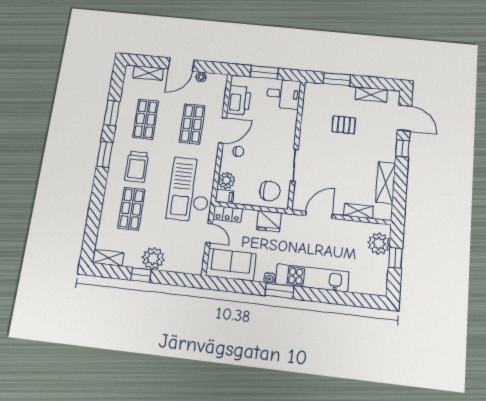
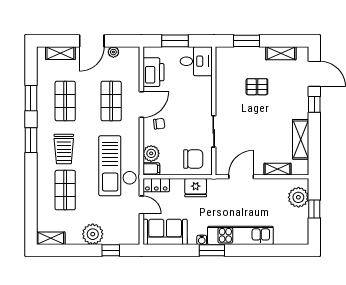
window: (141, 275) -> (111, 250), moved

